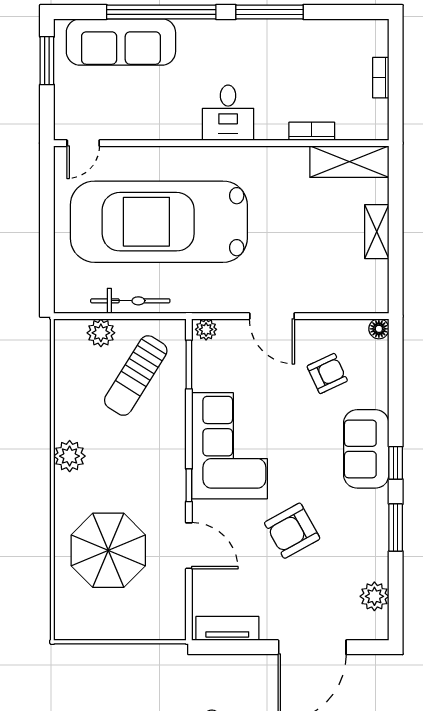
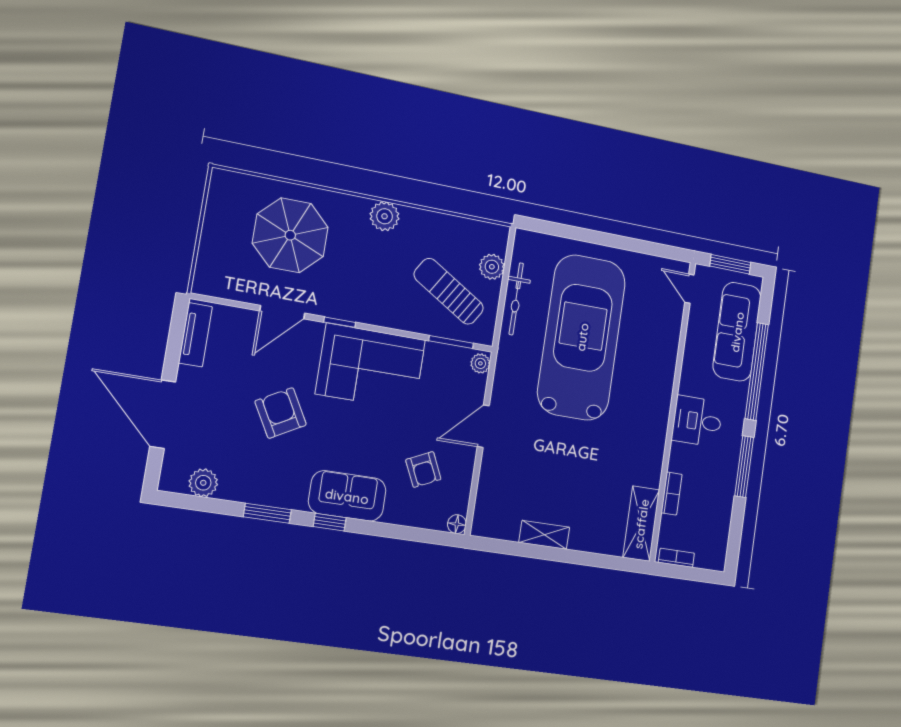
desk: (228, 113) -> (697, 421), moved
bookcase: (312, 131) -> (672, 493), moved
door: (83, 143) -> (689, 289), moved
wall: (221, 143) -> (673, 411), moved
shelving: (349, 162) -> (641, 524), moved

